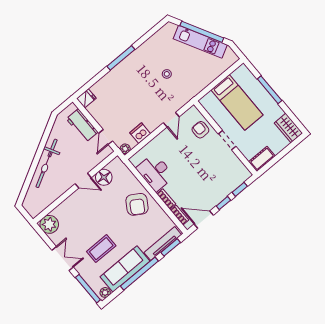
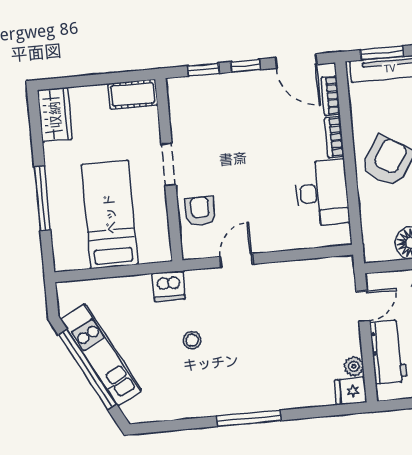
armchair: (200, 130) -> (200, 211), turned 180
dishwasher: (140, 133) -> (169, 286), moved
plant: (125, 149) -> (354, 366), moved

